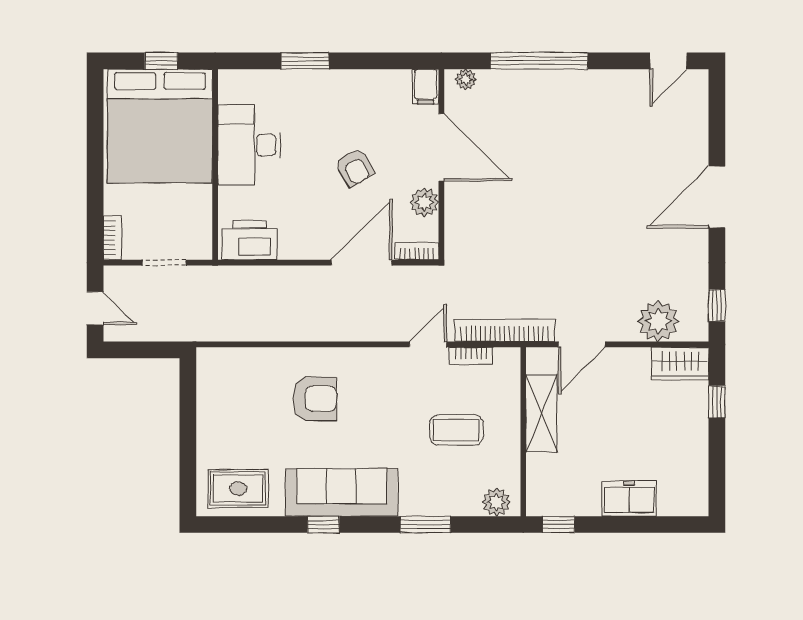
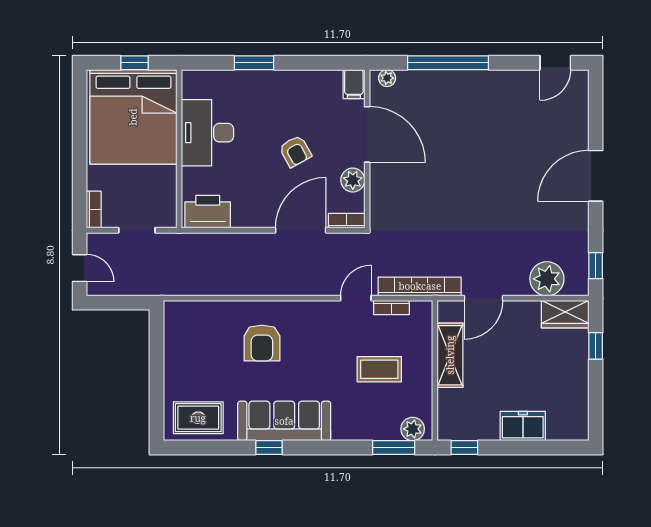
armchair: (315, 399) -> (262, 343), turned 90
window: (425, 524) -> (394, 448), moved

